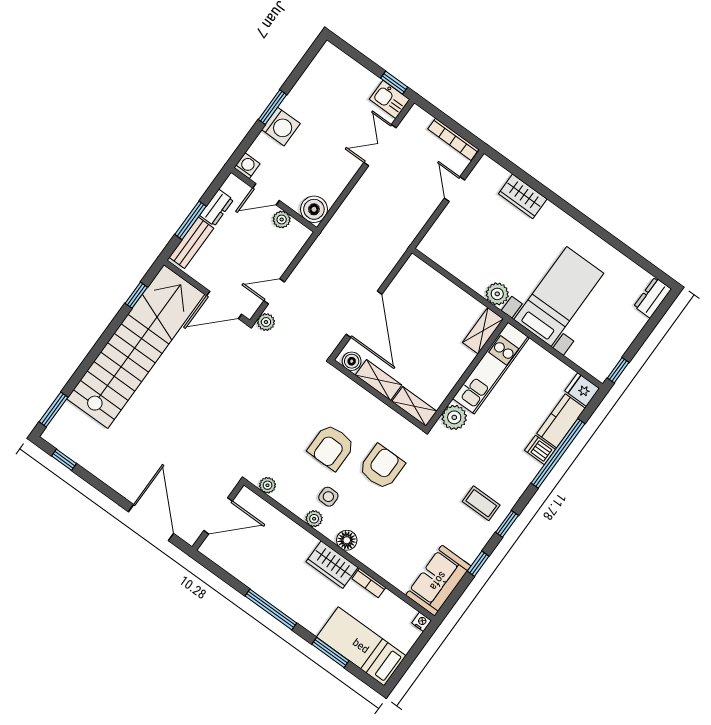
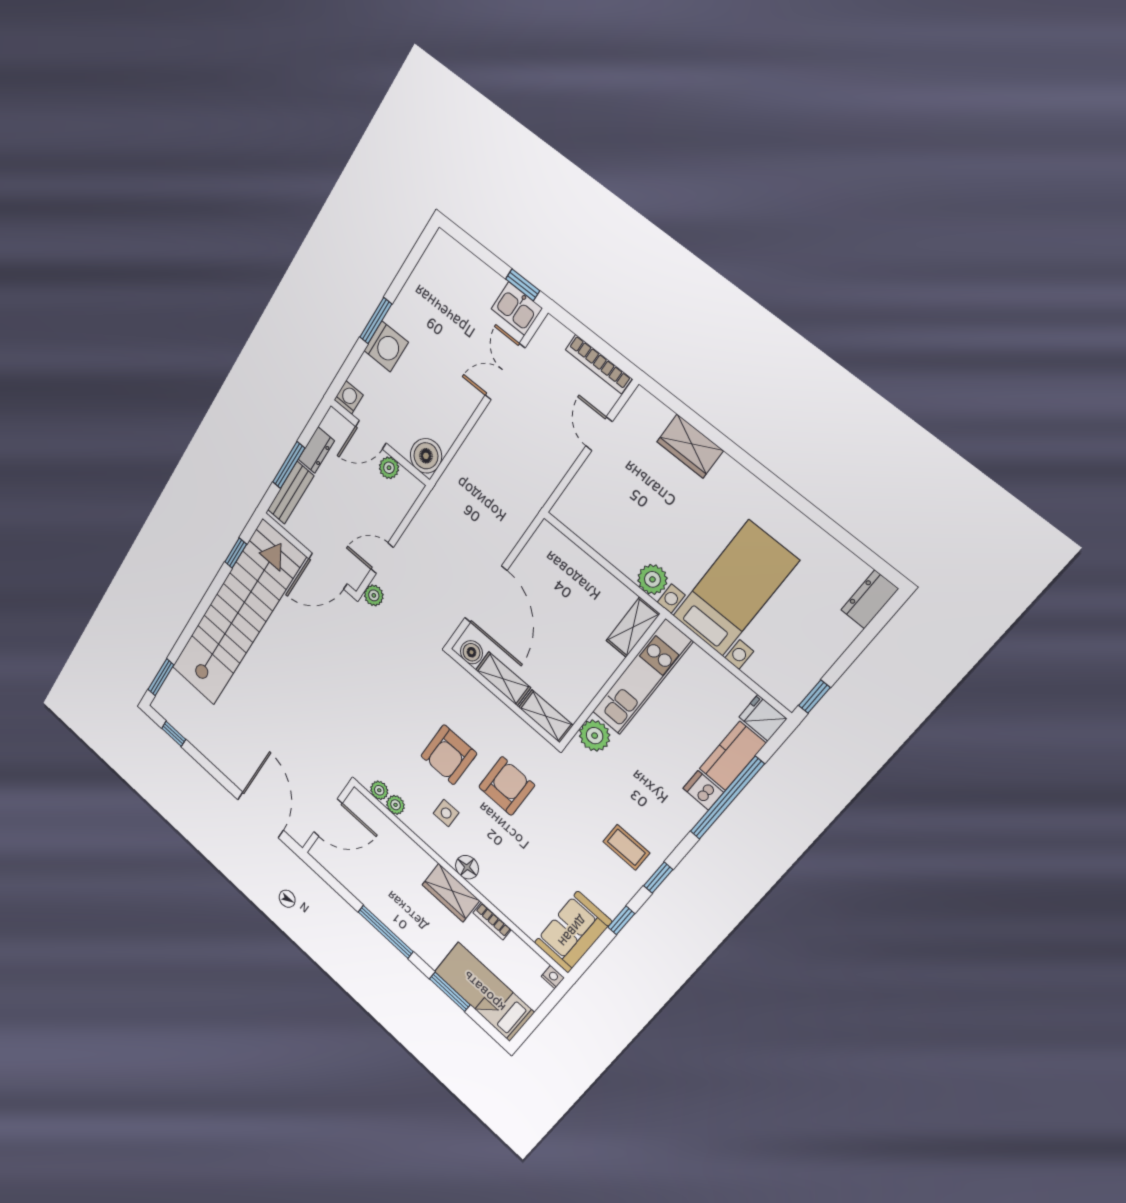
plant: (314, 519) -> (396, 805), moved

